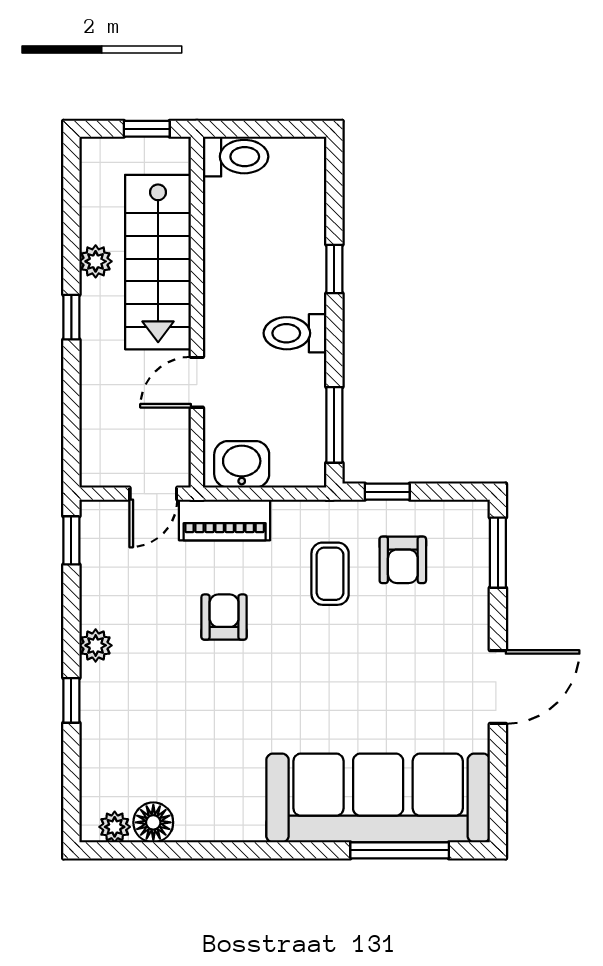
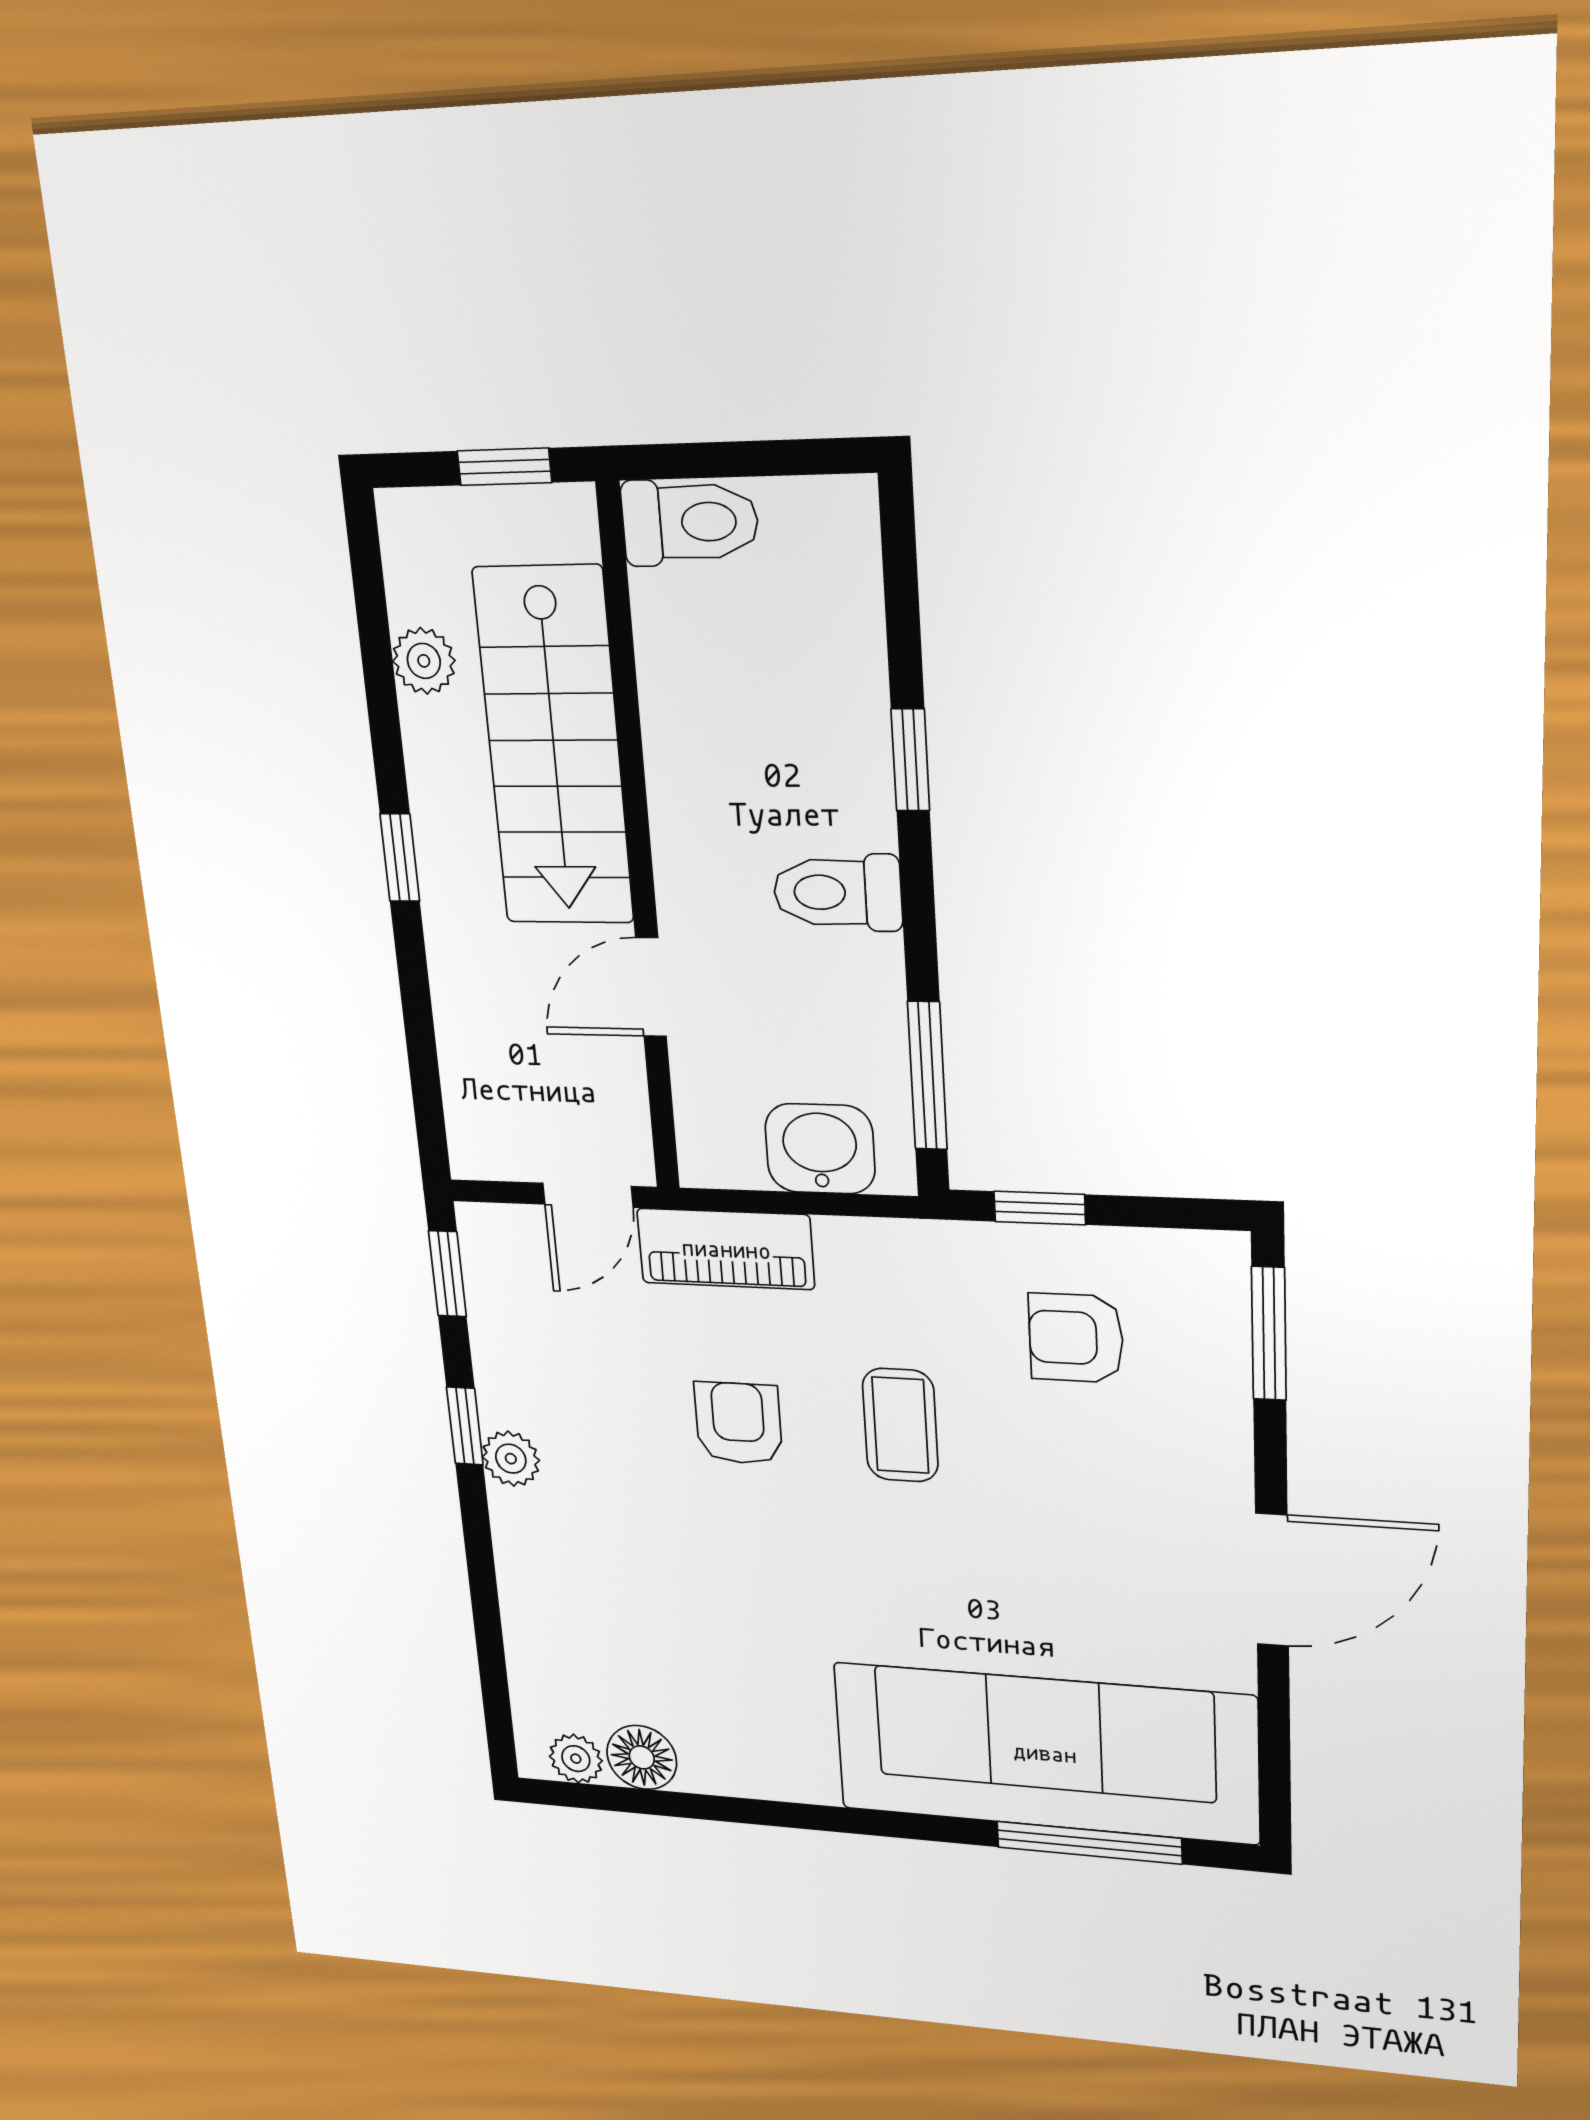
plant: (96, 261) -> (424, 661), moved
washbasin: (242, 464) -> (820, 1149), moved
armchair: (403, 560) -> (1076, 1338), turned 90
coffee table: (330, 574) -> (900, 1425), moved
window: (71, 700) -> (465, 1426), moved

